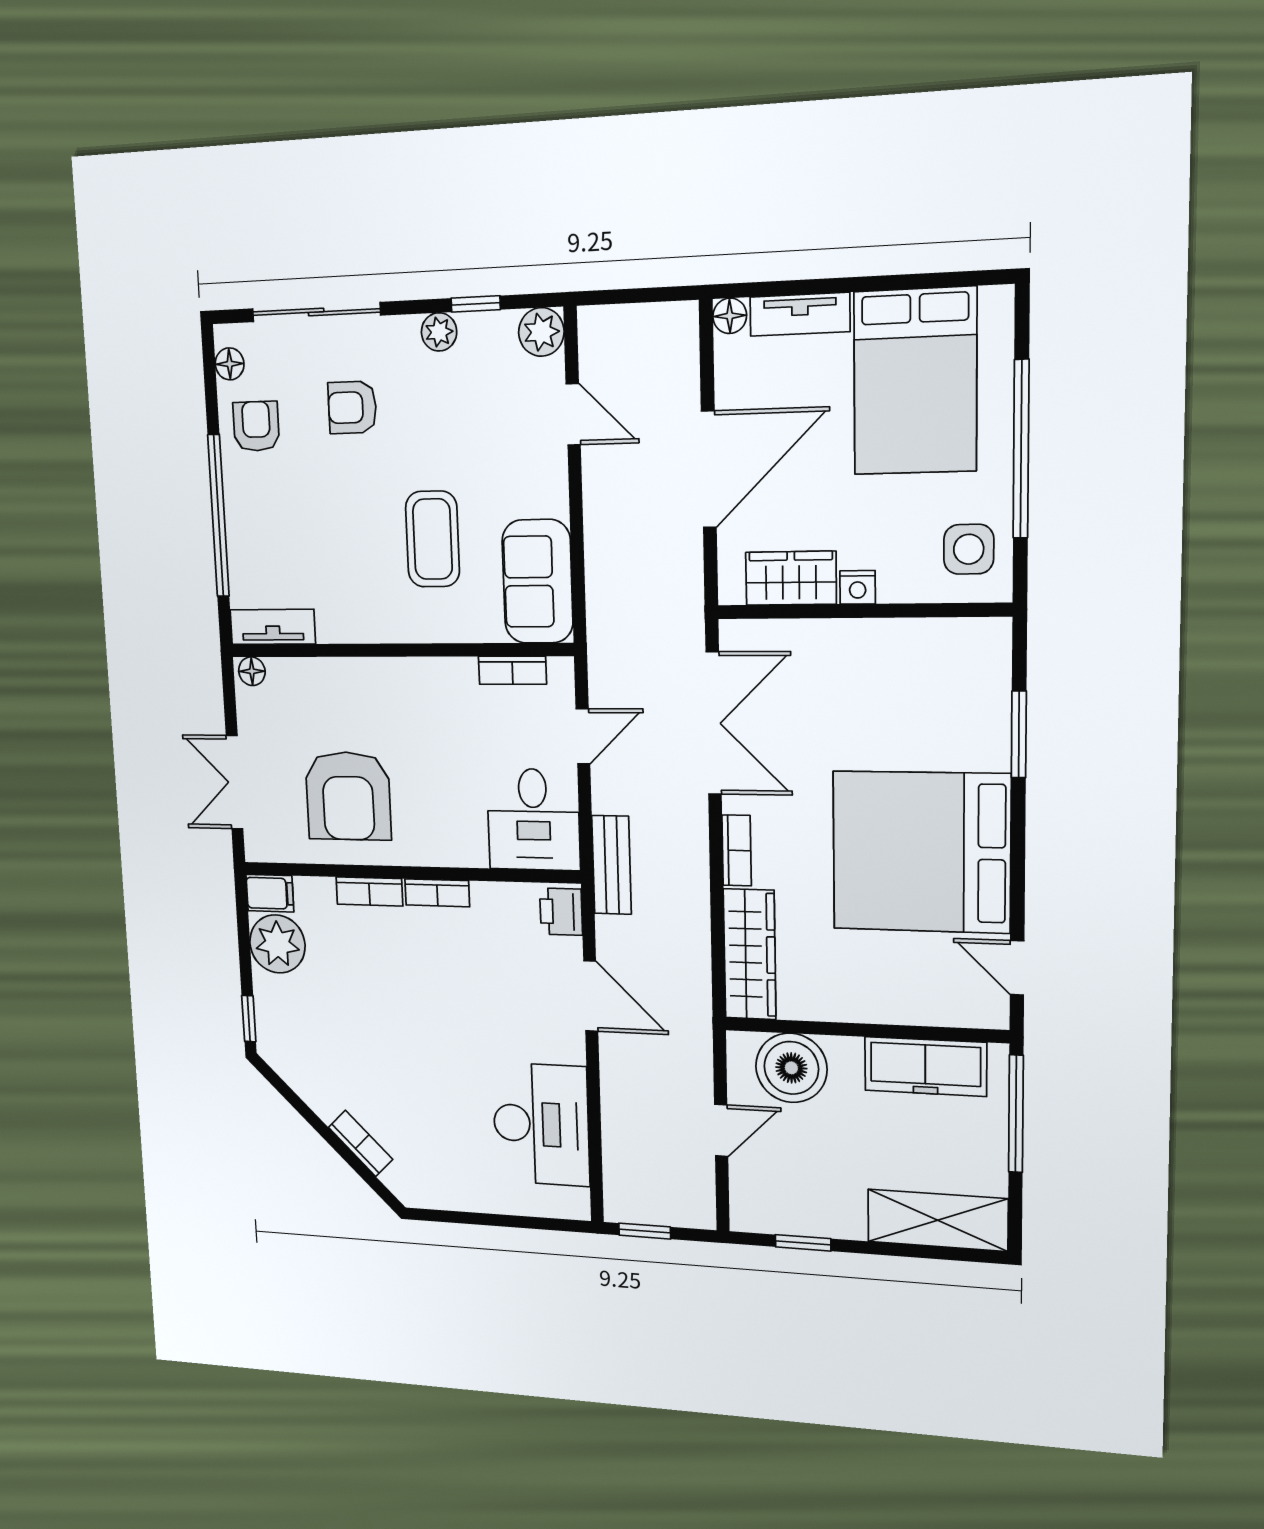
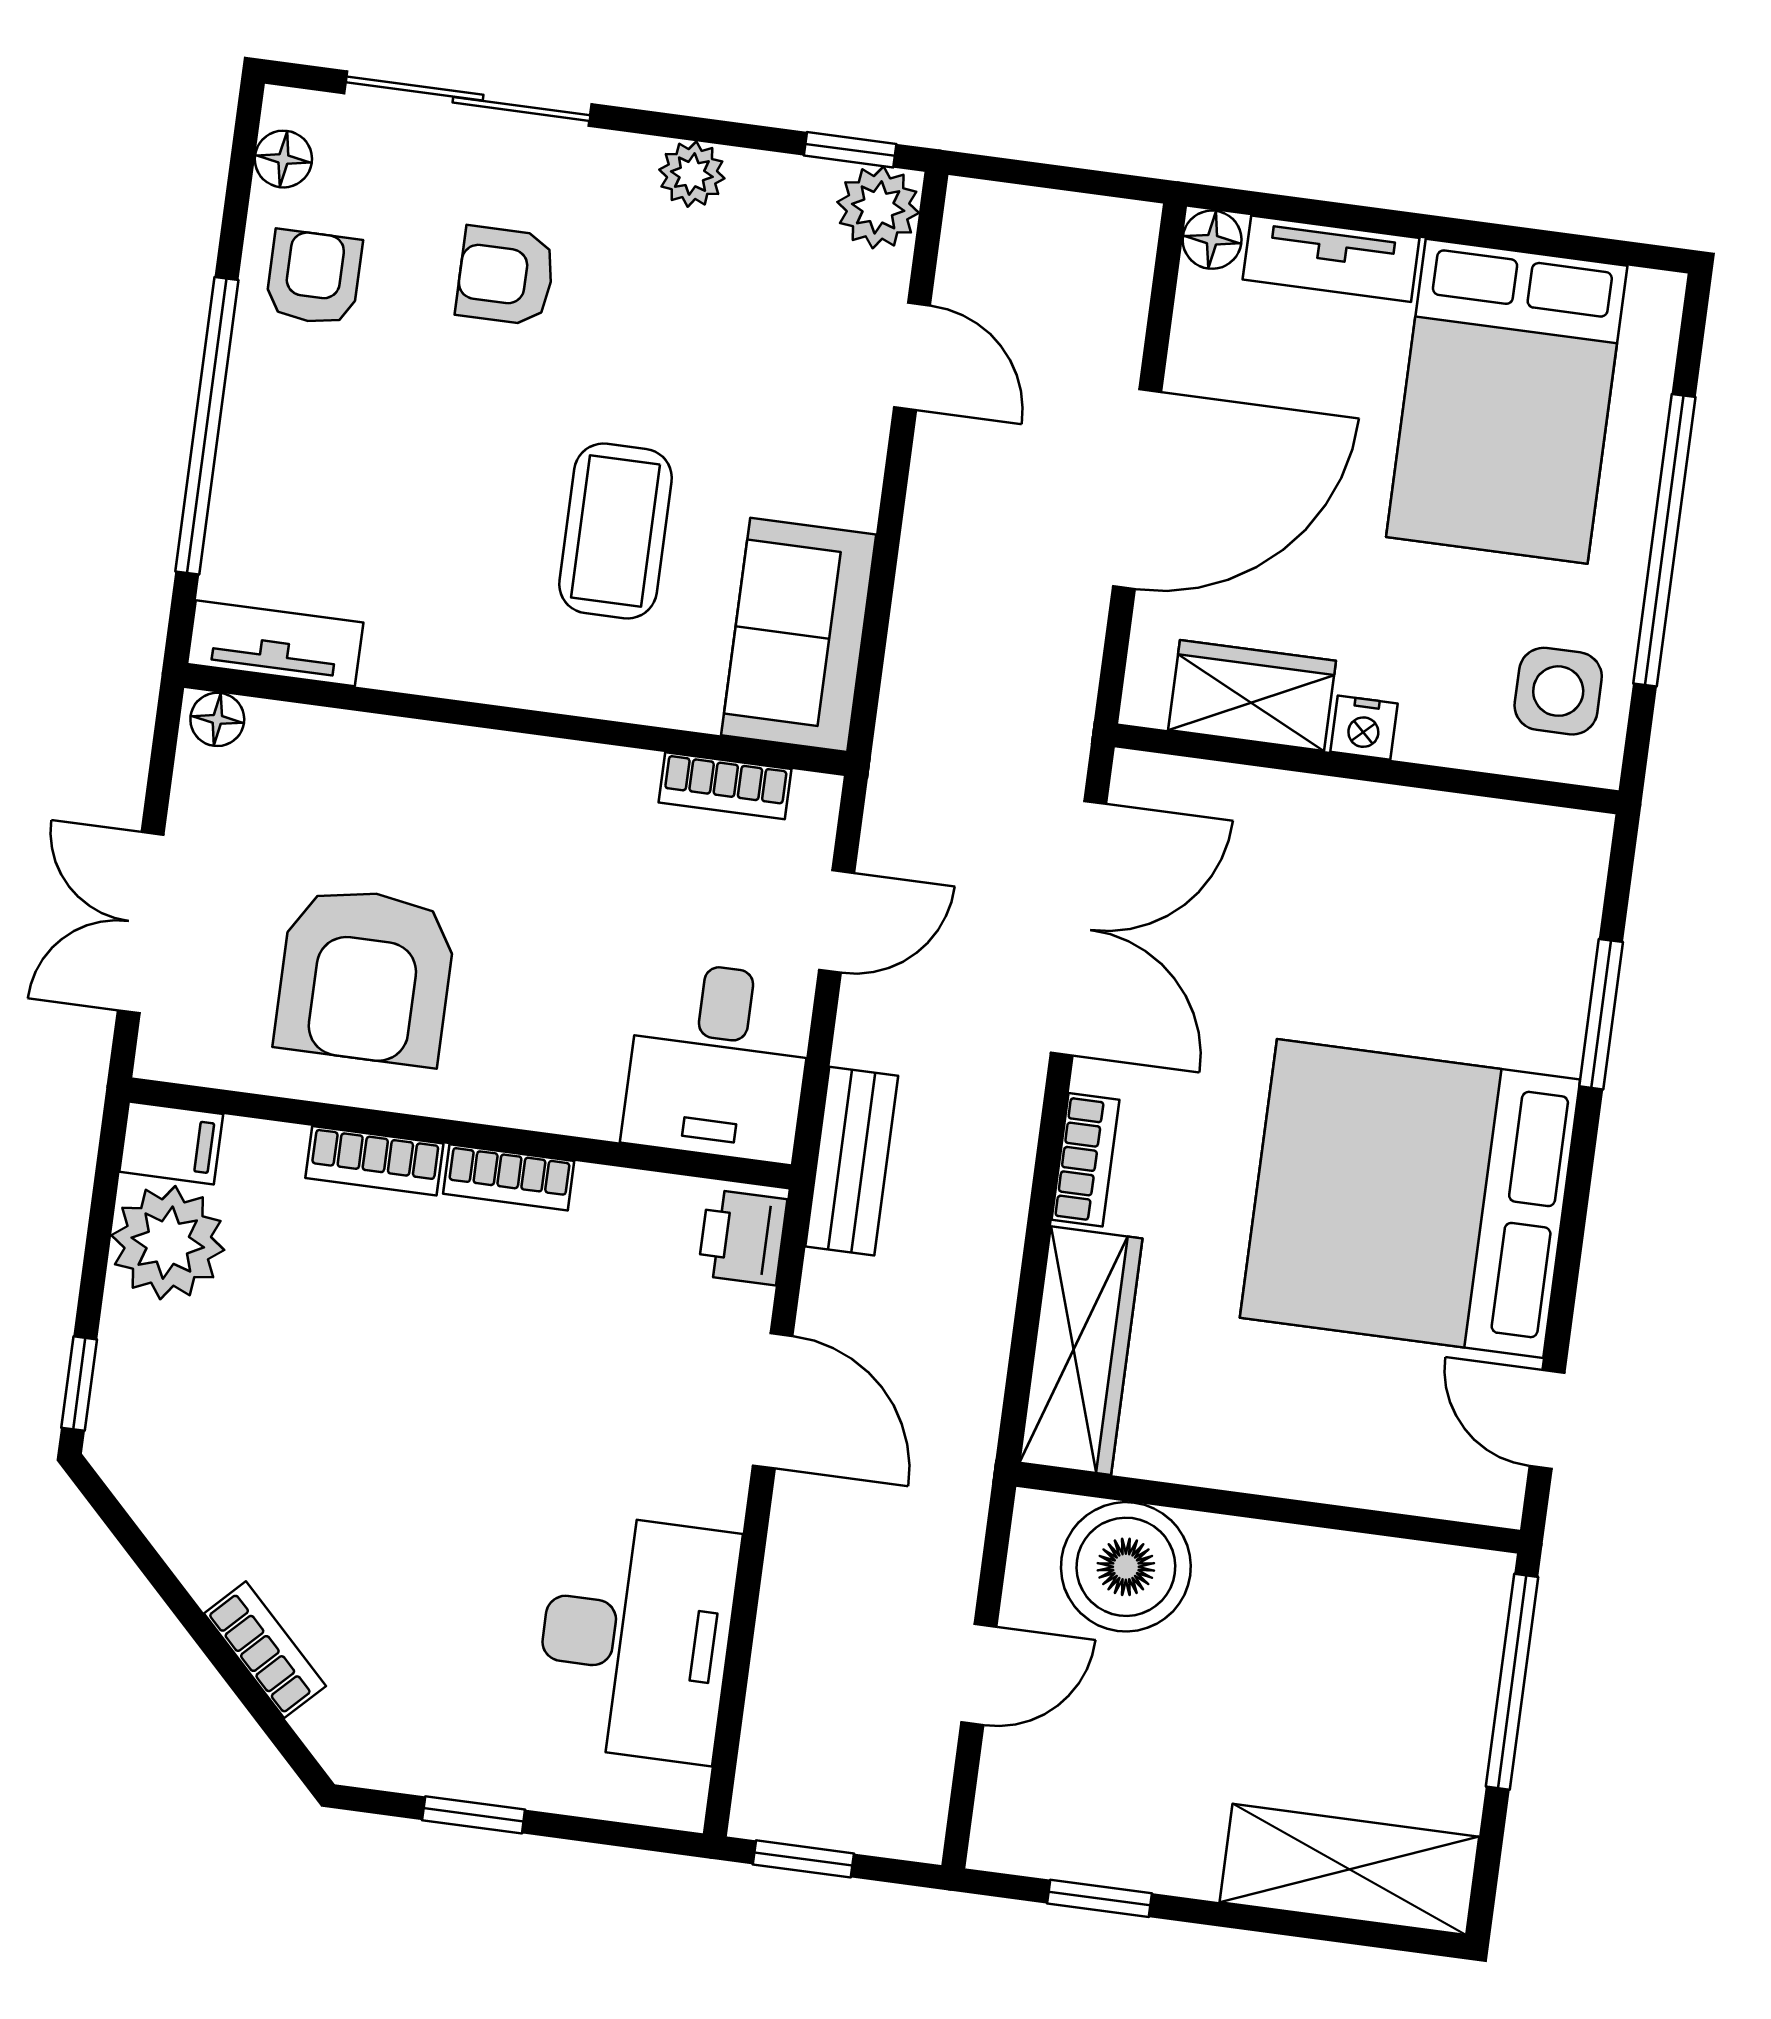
window: (476, 304) -> (850, 150), moved
freezer: (925, 1066) -> (1366, 1584), removed
window: (476, 1219) -> (474, 1815), added

